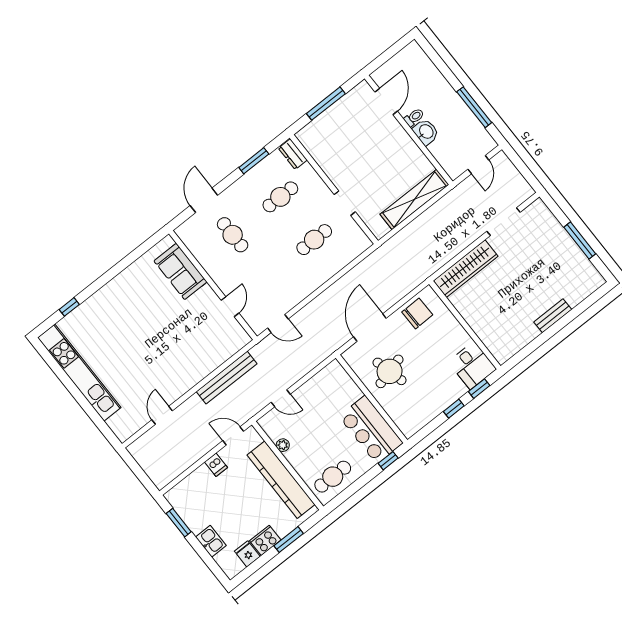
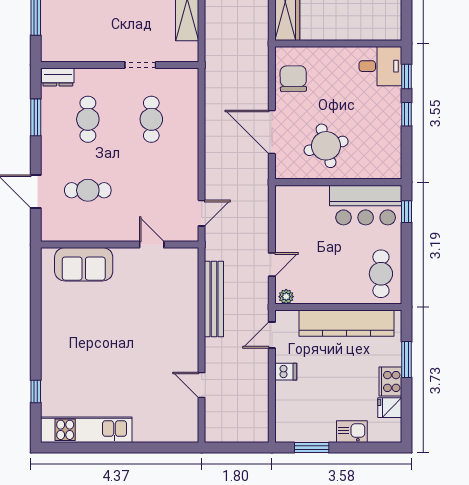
kitchen unit: (79, 373) -> (86, 430), width x0.73
plant: (283, 445) -> (286, 297), moved

